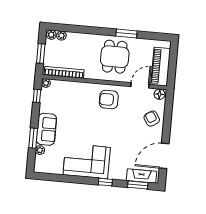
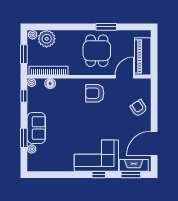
plant: (61, 36) -> (47, 39), width x1.88, depth x1.88
floor lamp: (160, 94) -> (50, 84), moved
corner sofa: (87, 161) -> (96, 156), moved

